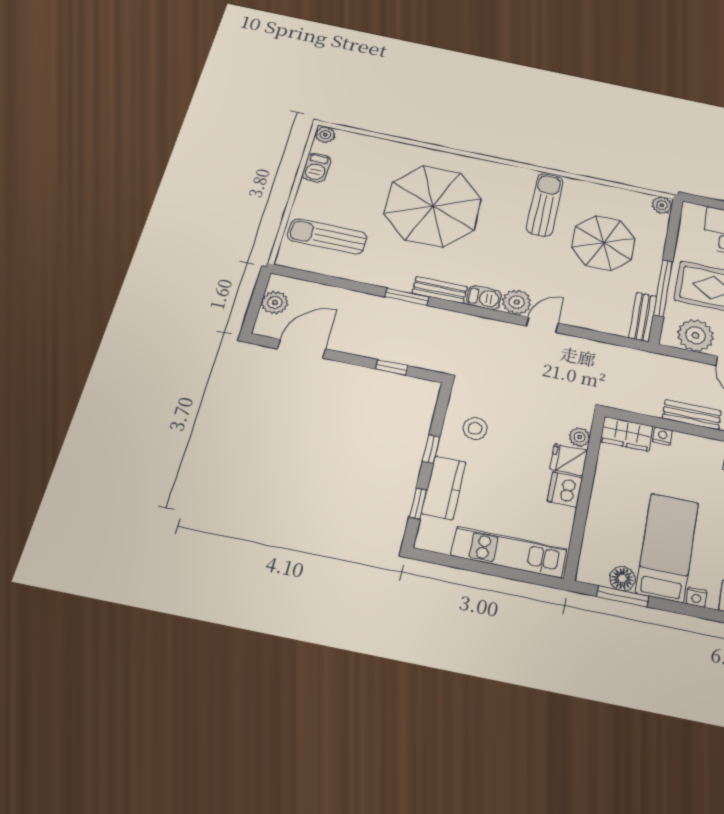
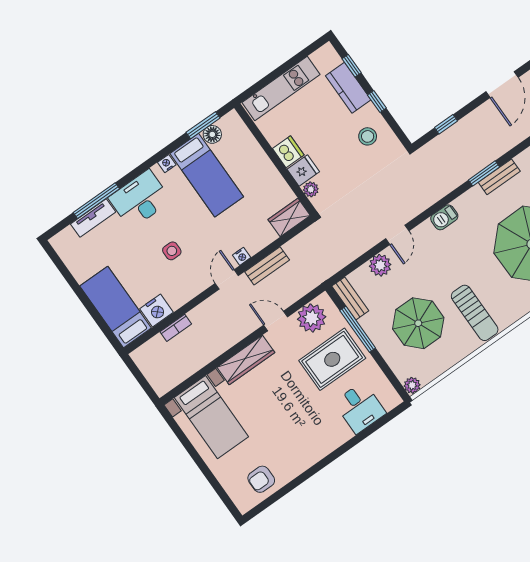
bench: (440, 290) -> (499, 177), moved
plant: (517, 302) -> (380, 265), moved
nightstand: (663, 436) -> (242, 256), moved

